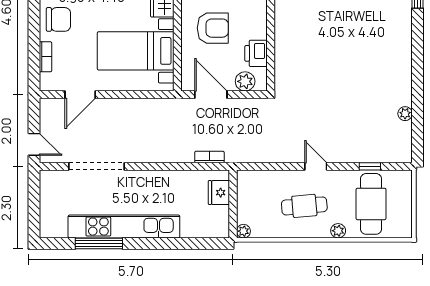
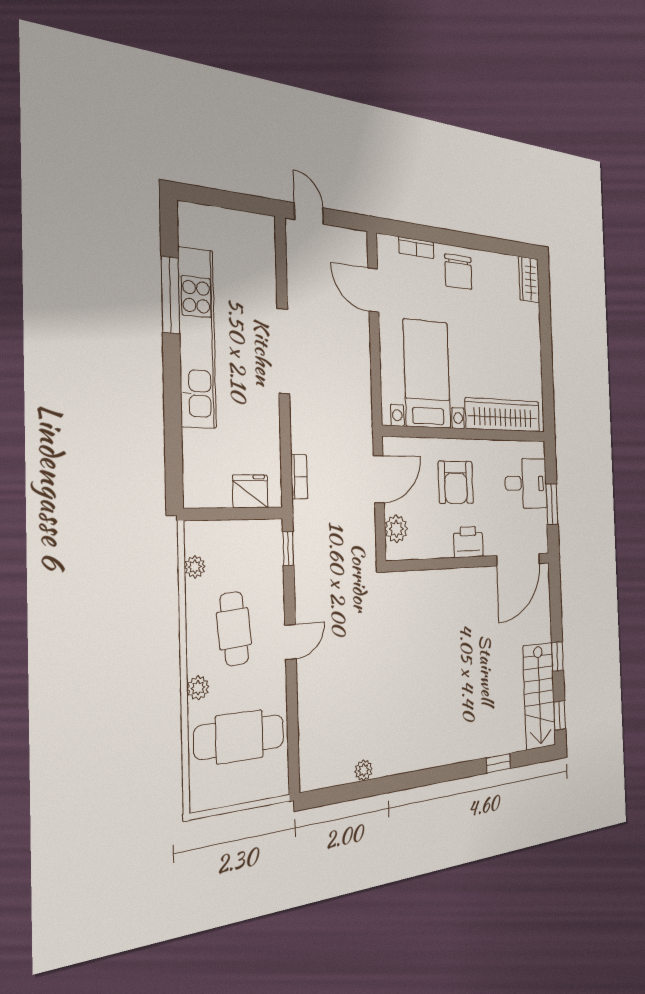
printer: (256, 53) -> (468, 542), moved
door: (34, 144) -> (309, 214), swing flipped
doorway: (96, 166) -> (283, 351), moved
window: (370, 166) -> (288, 548), moved
plant: (243, 231) -> (195, 567), moved

